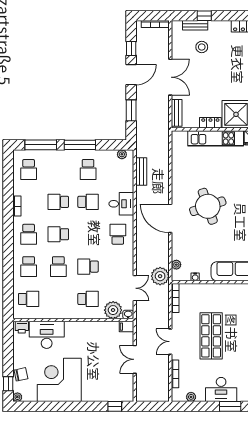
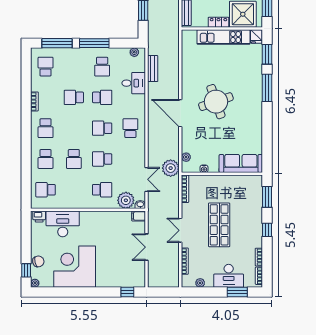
school desk: (29, 169) -> (46, 67), turned 180
desk: (121, 204) -> (134, 83), moved
school desk: (58, 234) -> (102, 128), moved
school desk: (29, 299) -> (46, 190), turned 180

